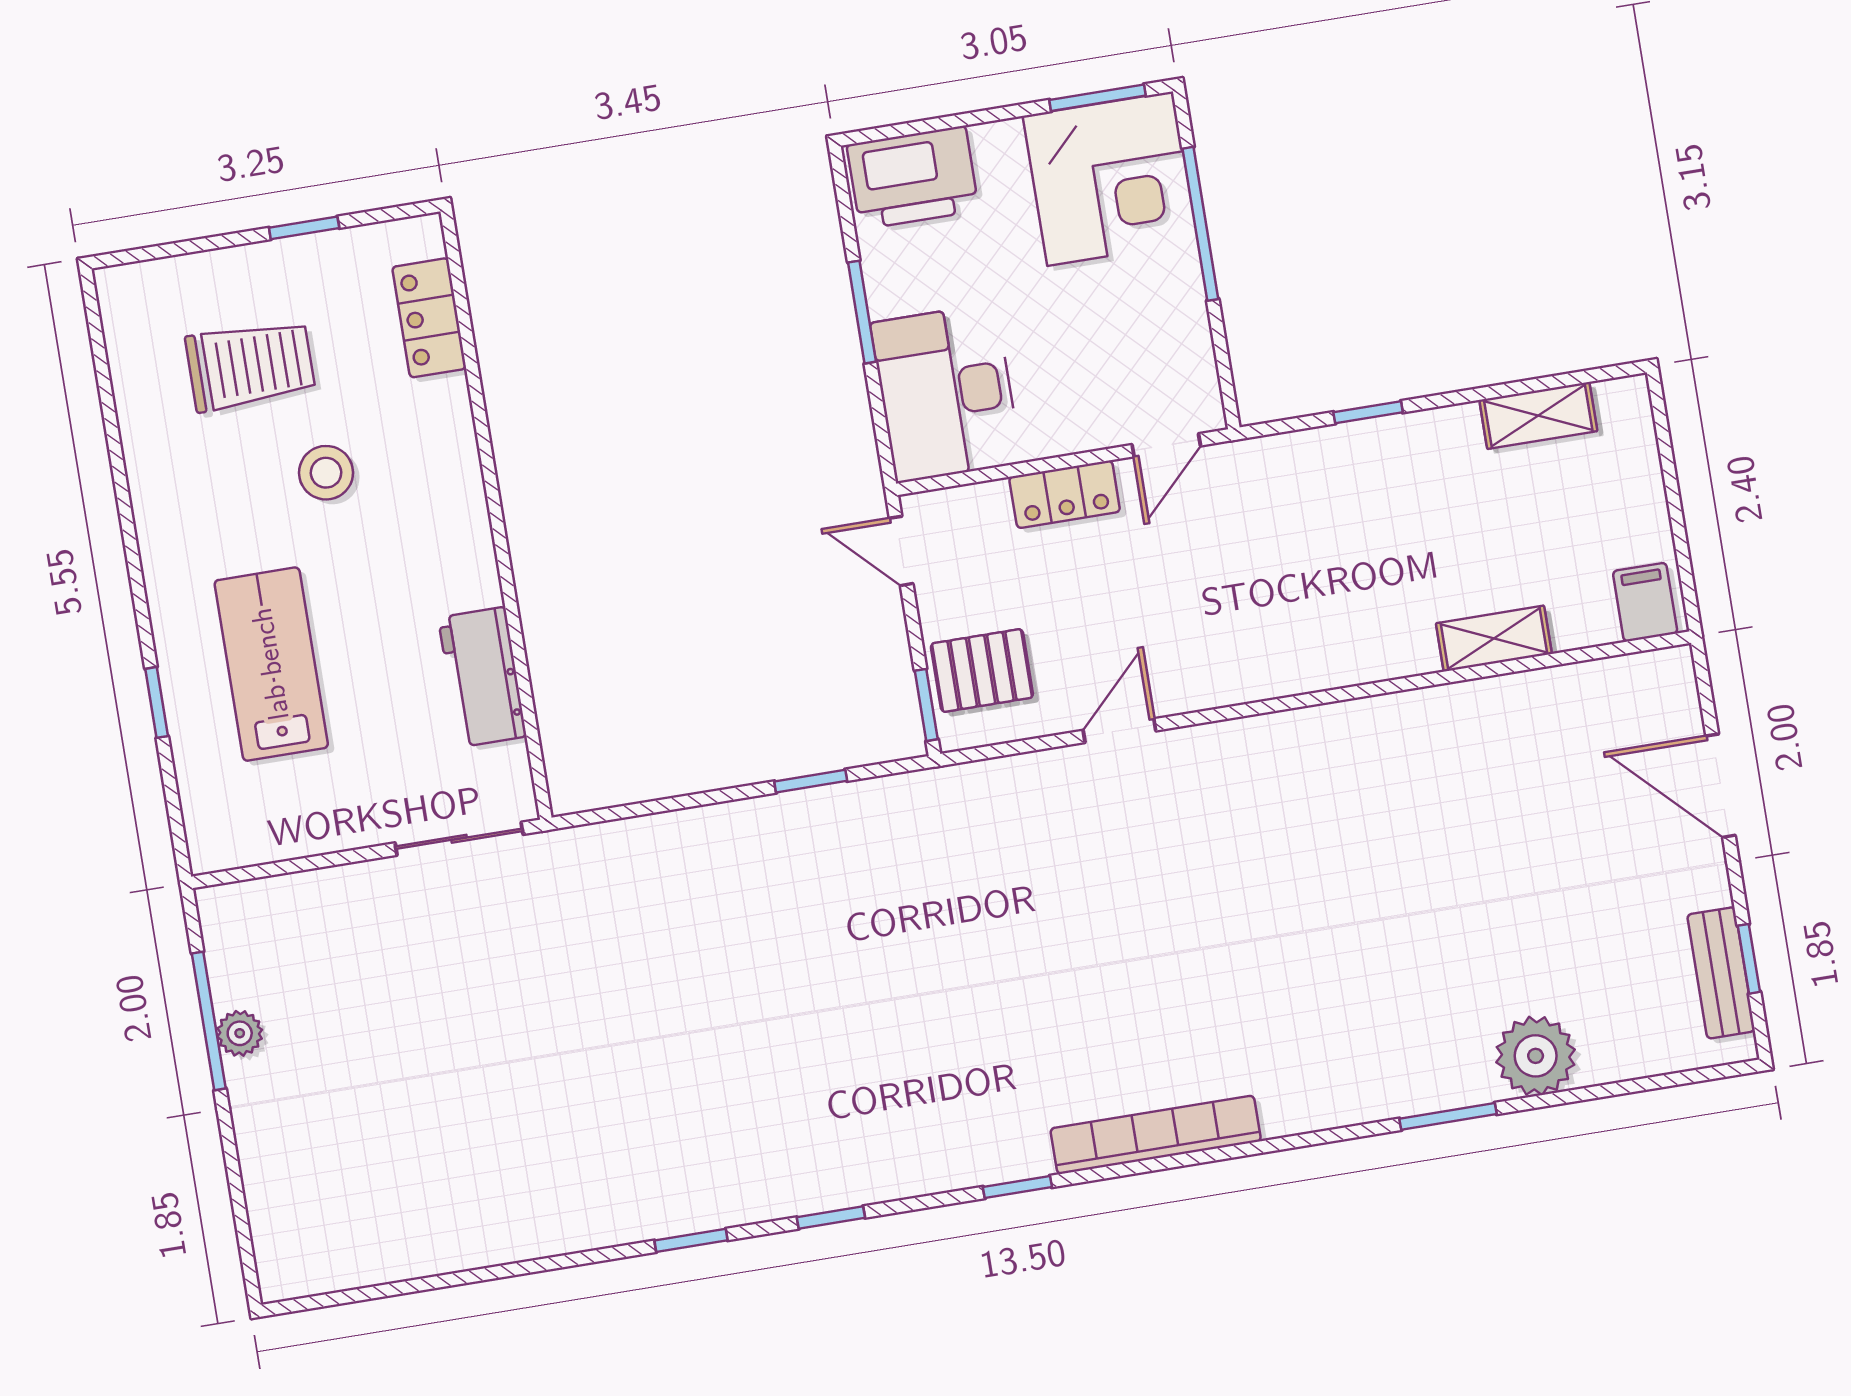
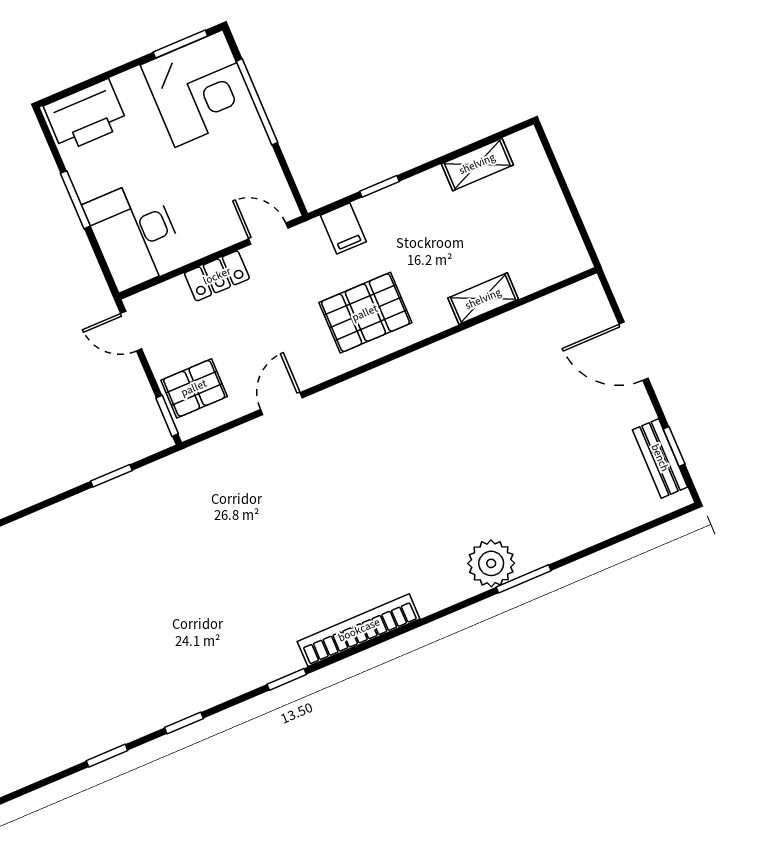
door: (1166, 445) -> (268, 234), swing flipped
filing cabinet: (1645, 602) -> (343, 228), moved, turned 180
pallet: (1294, 615) -> (365, 313), added
plant: (1536, 1056) -> (491, 563), moved

